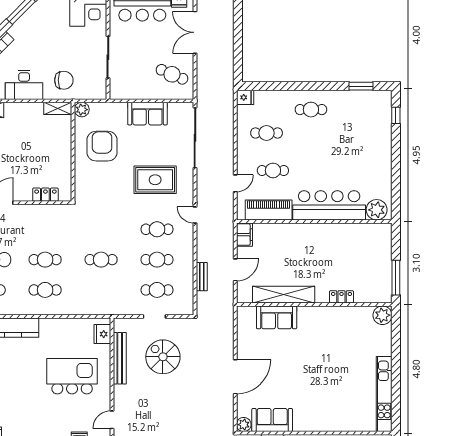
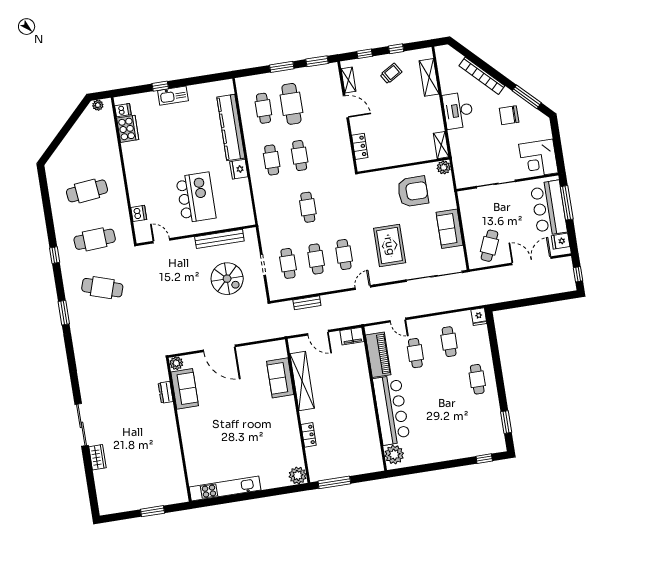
chair: (64, 80) -> (509, 115), moved, turned 90
fridge: (102, 334) -> (239, 169), moved, turned -90
spiral stairs: (163, 357) -> (227, 279), turned 90

